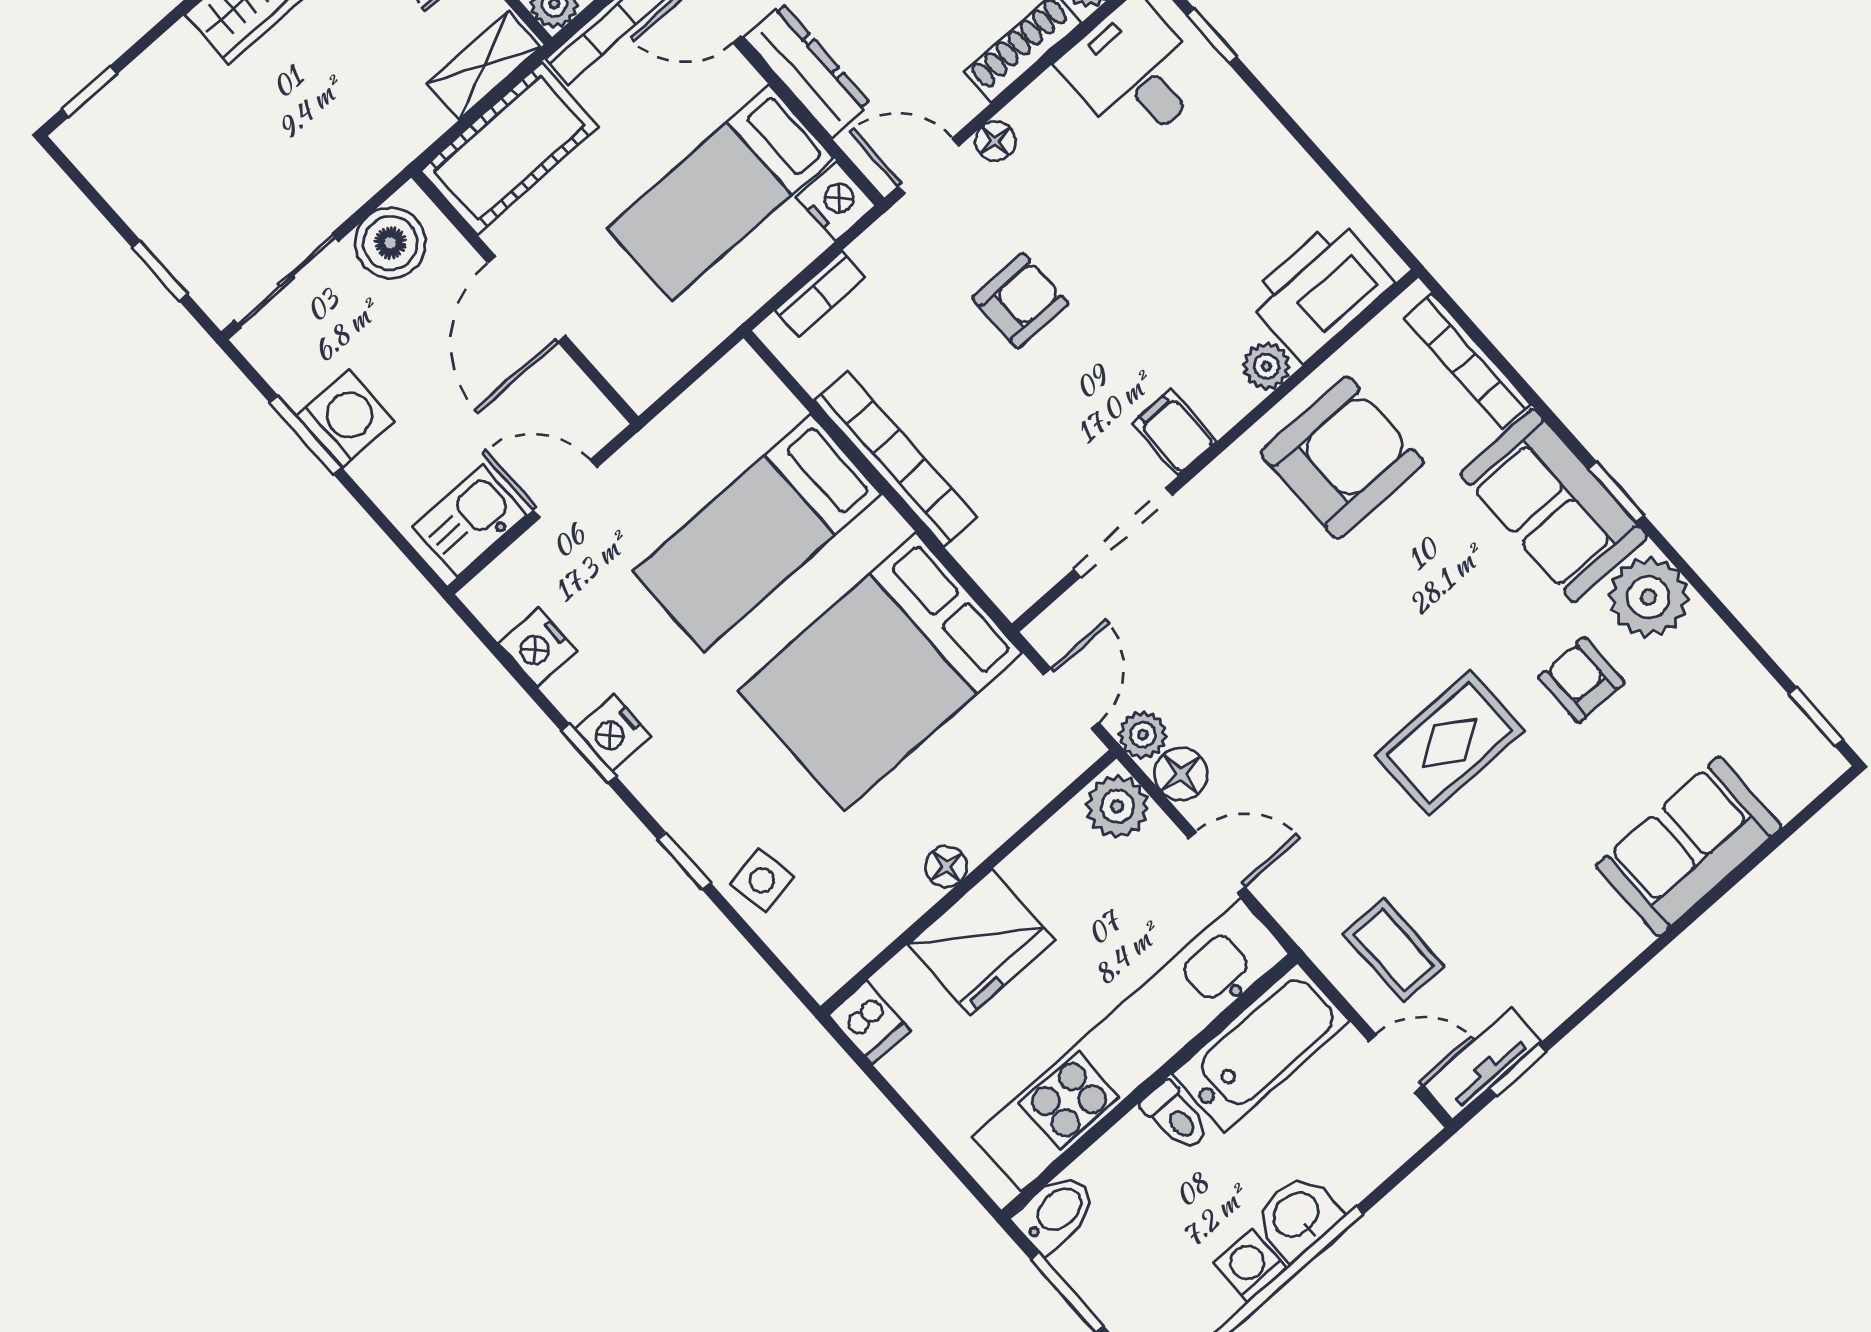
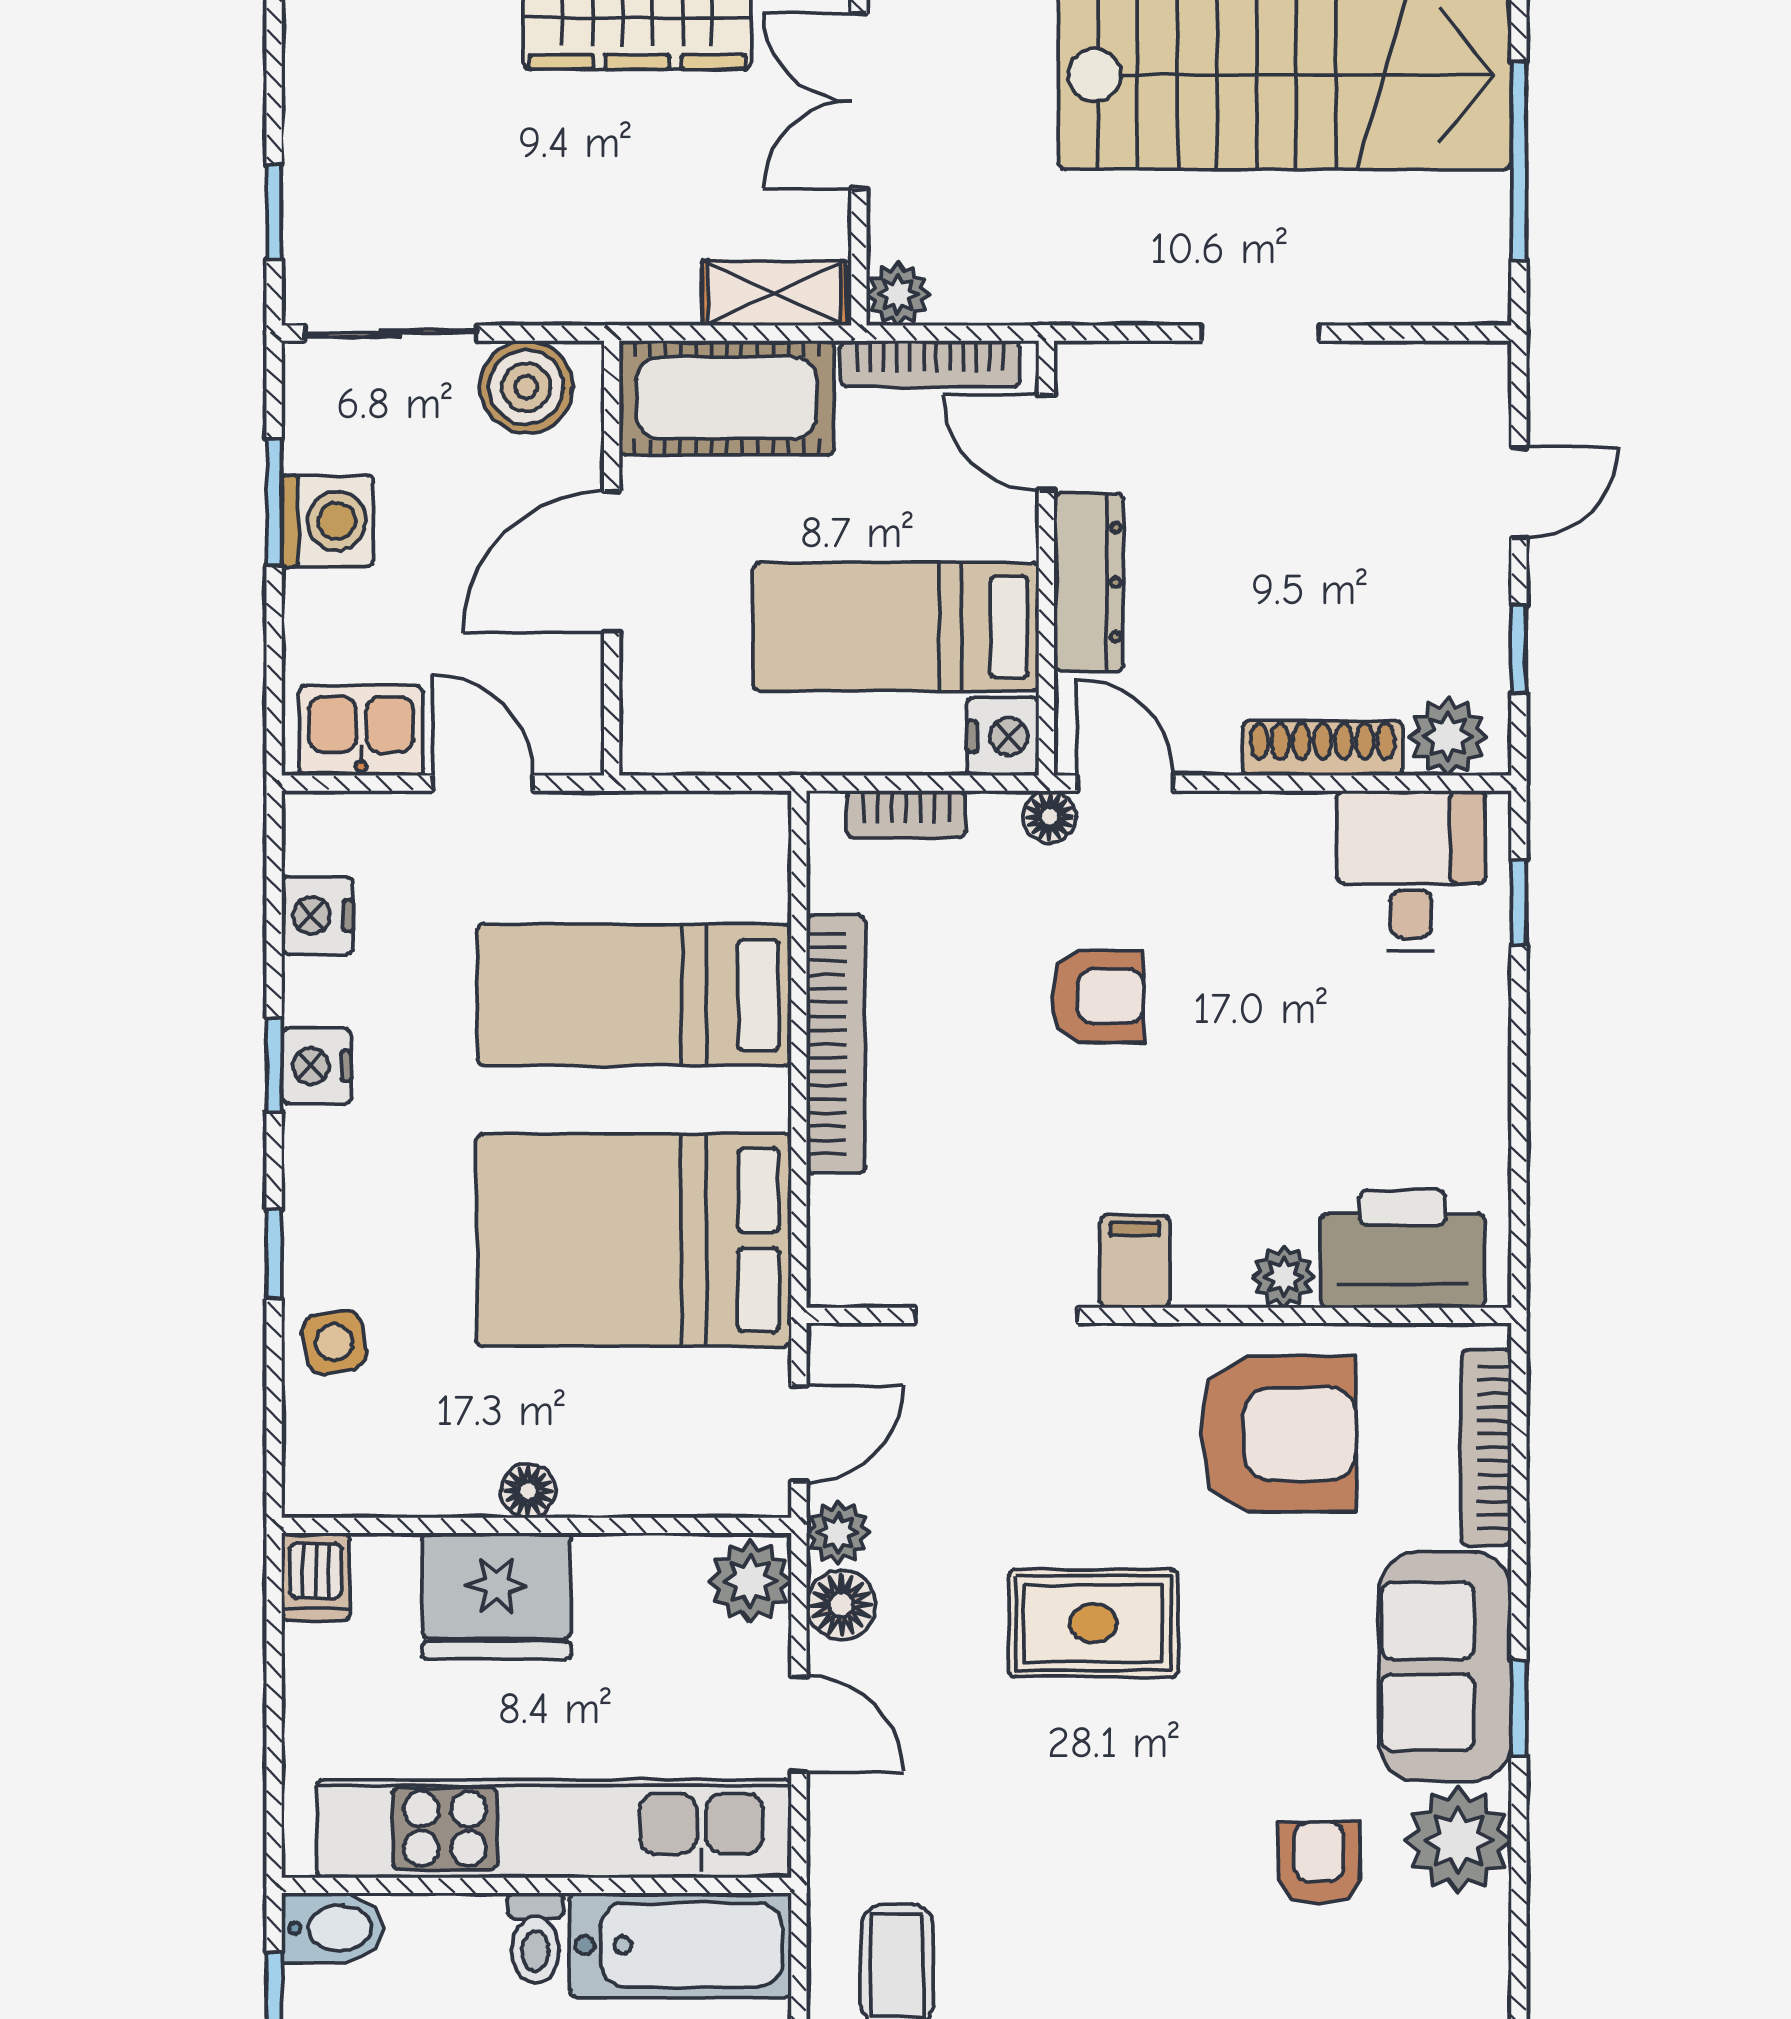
floor lamp: (995, 141) -> (1049, 817), moved
rug: (1450, 743) -> (1093, 1623), moved

